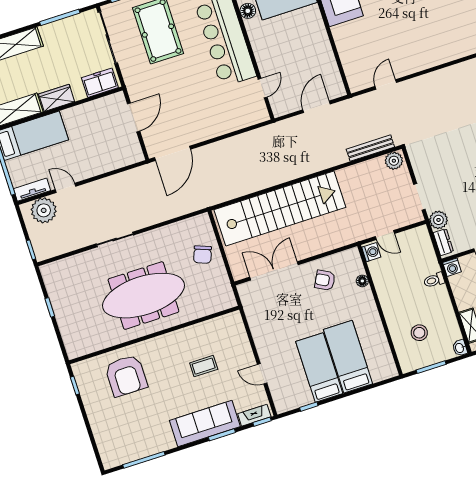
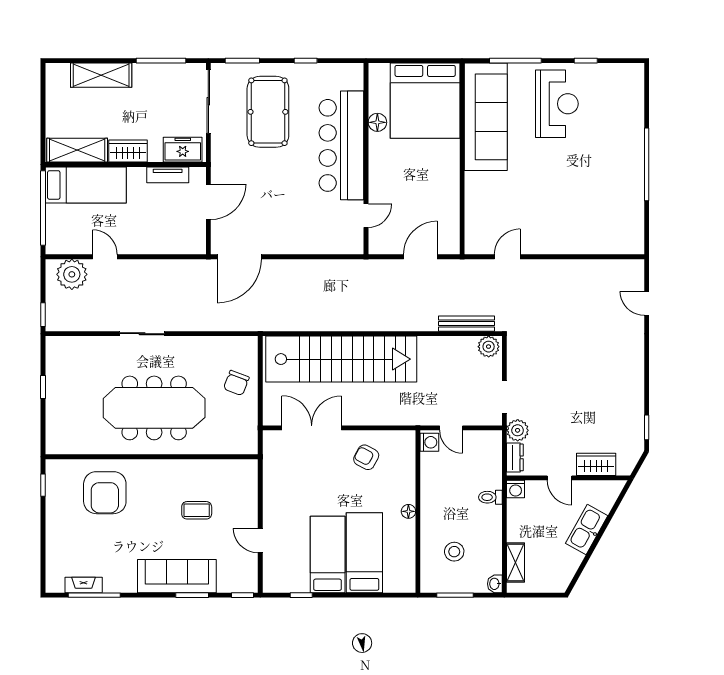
tv unit: (32, 190) -> (168, 175), moved, turned 180
floor lamp: (362, 281) -> (408, 511), moved
fireplace: (254, 415) -> (84, 585), moved

